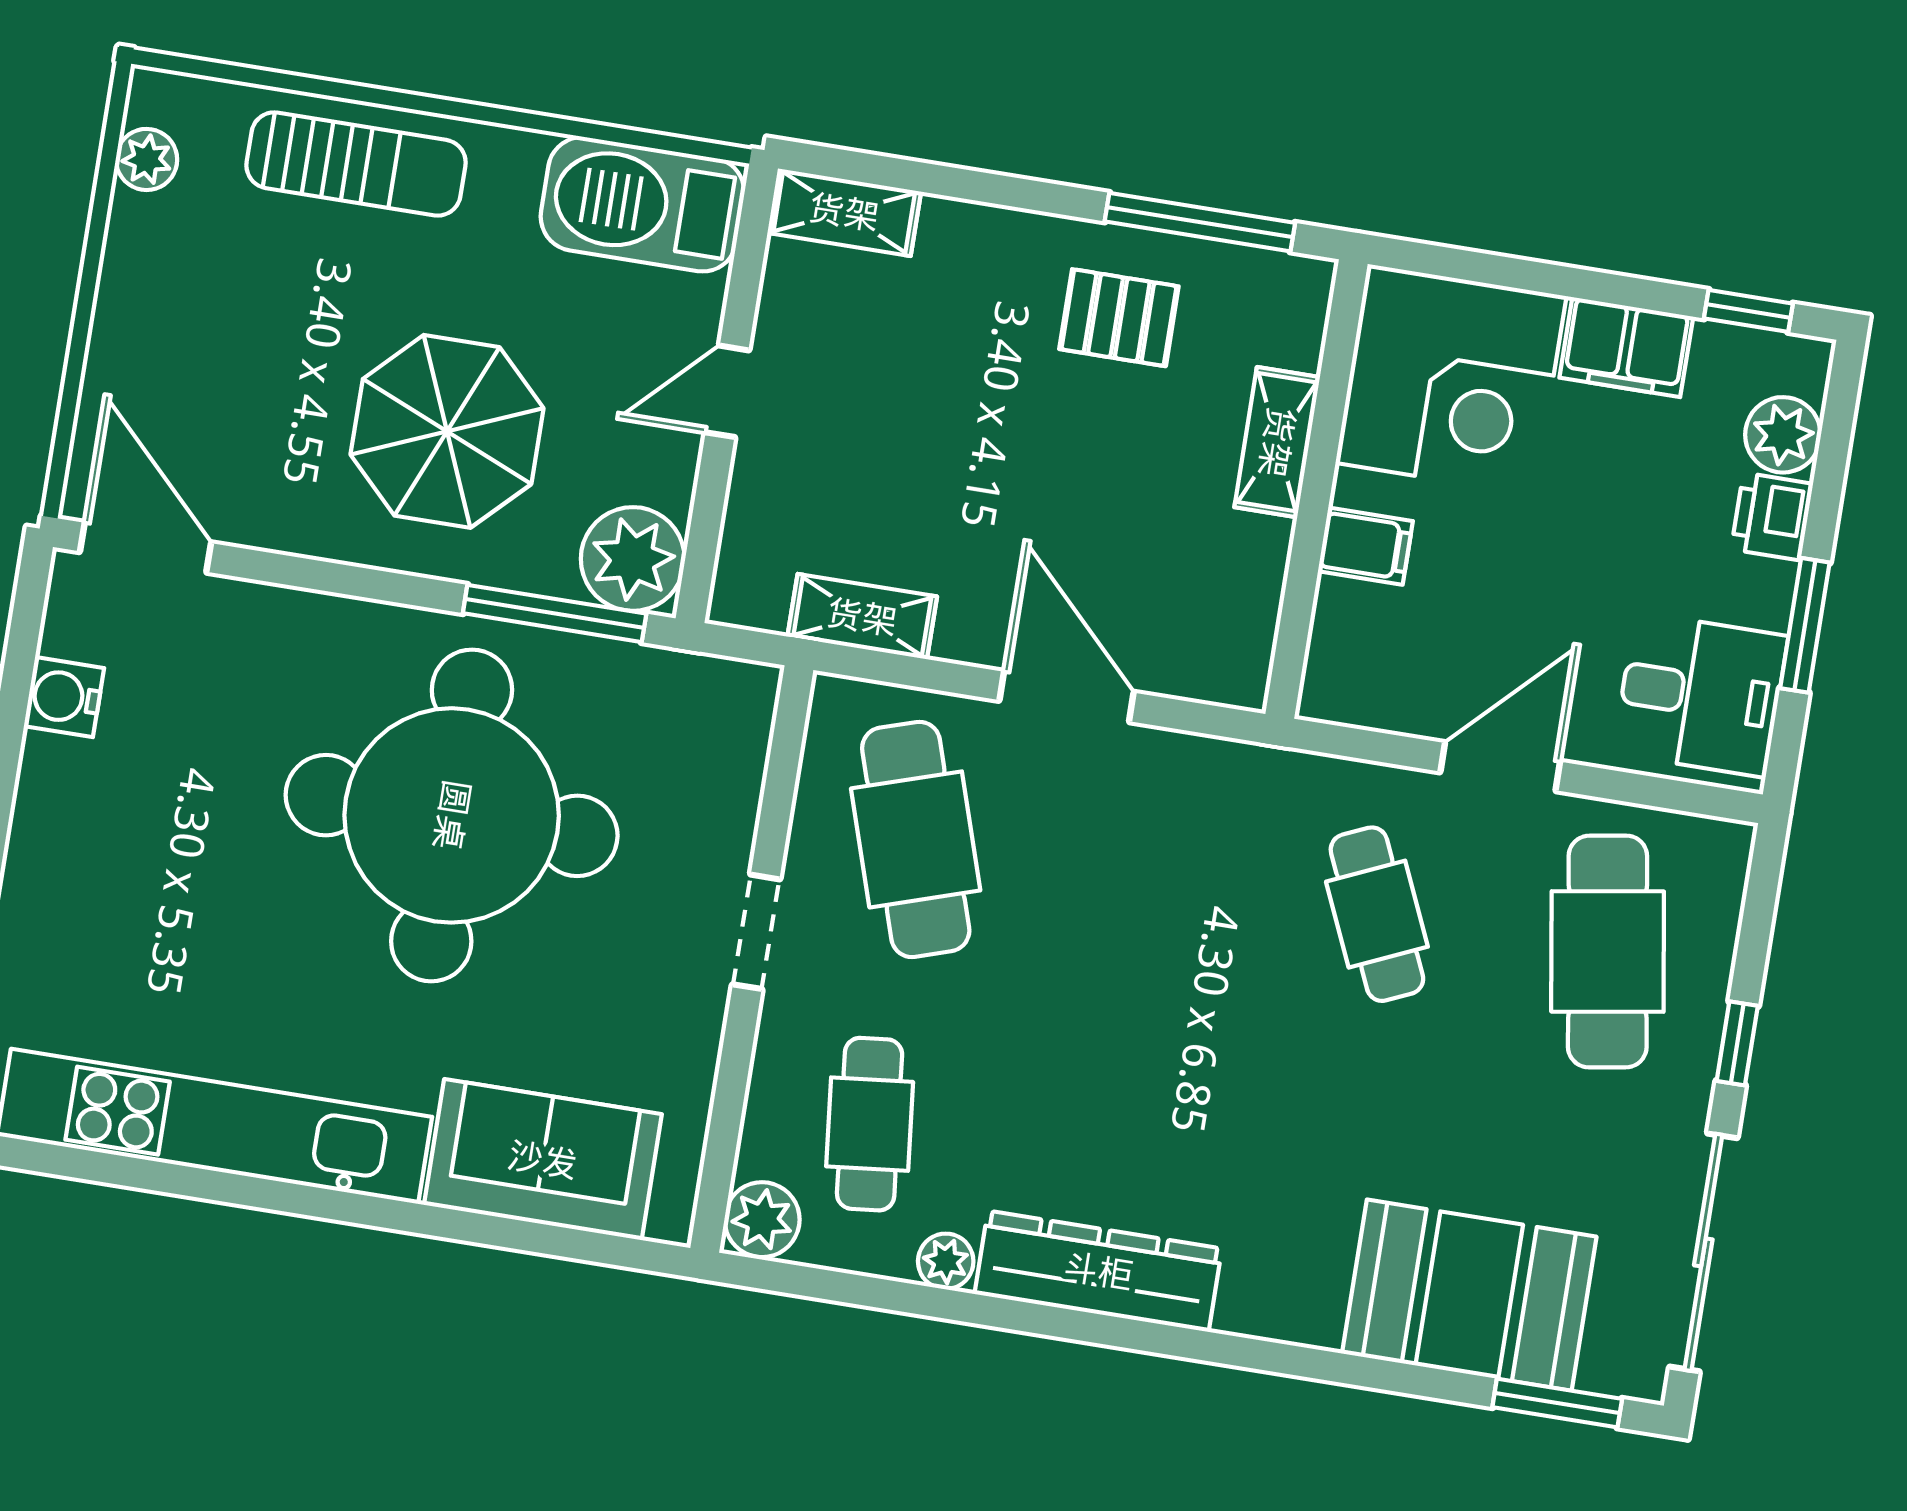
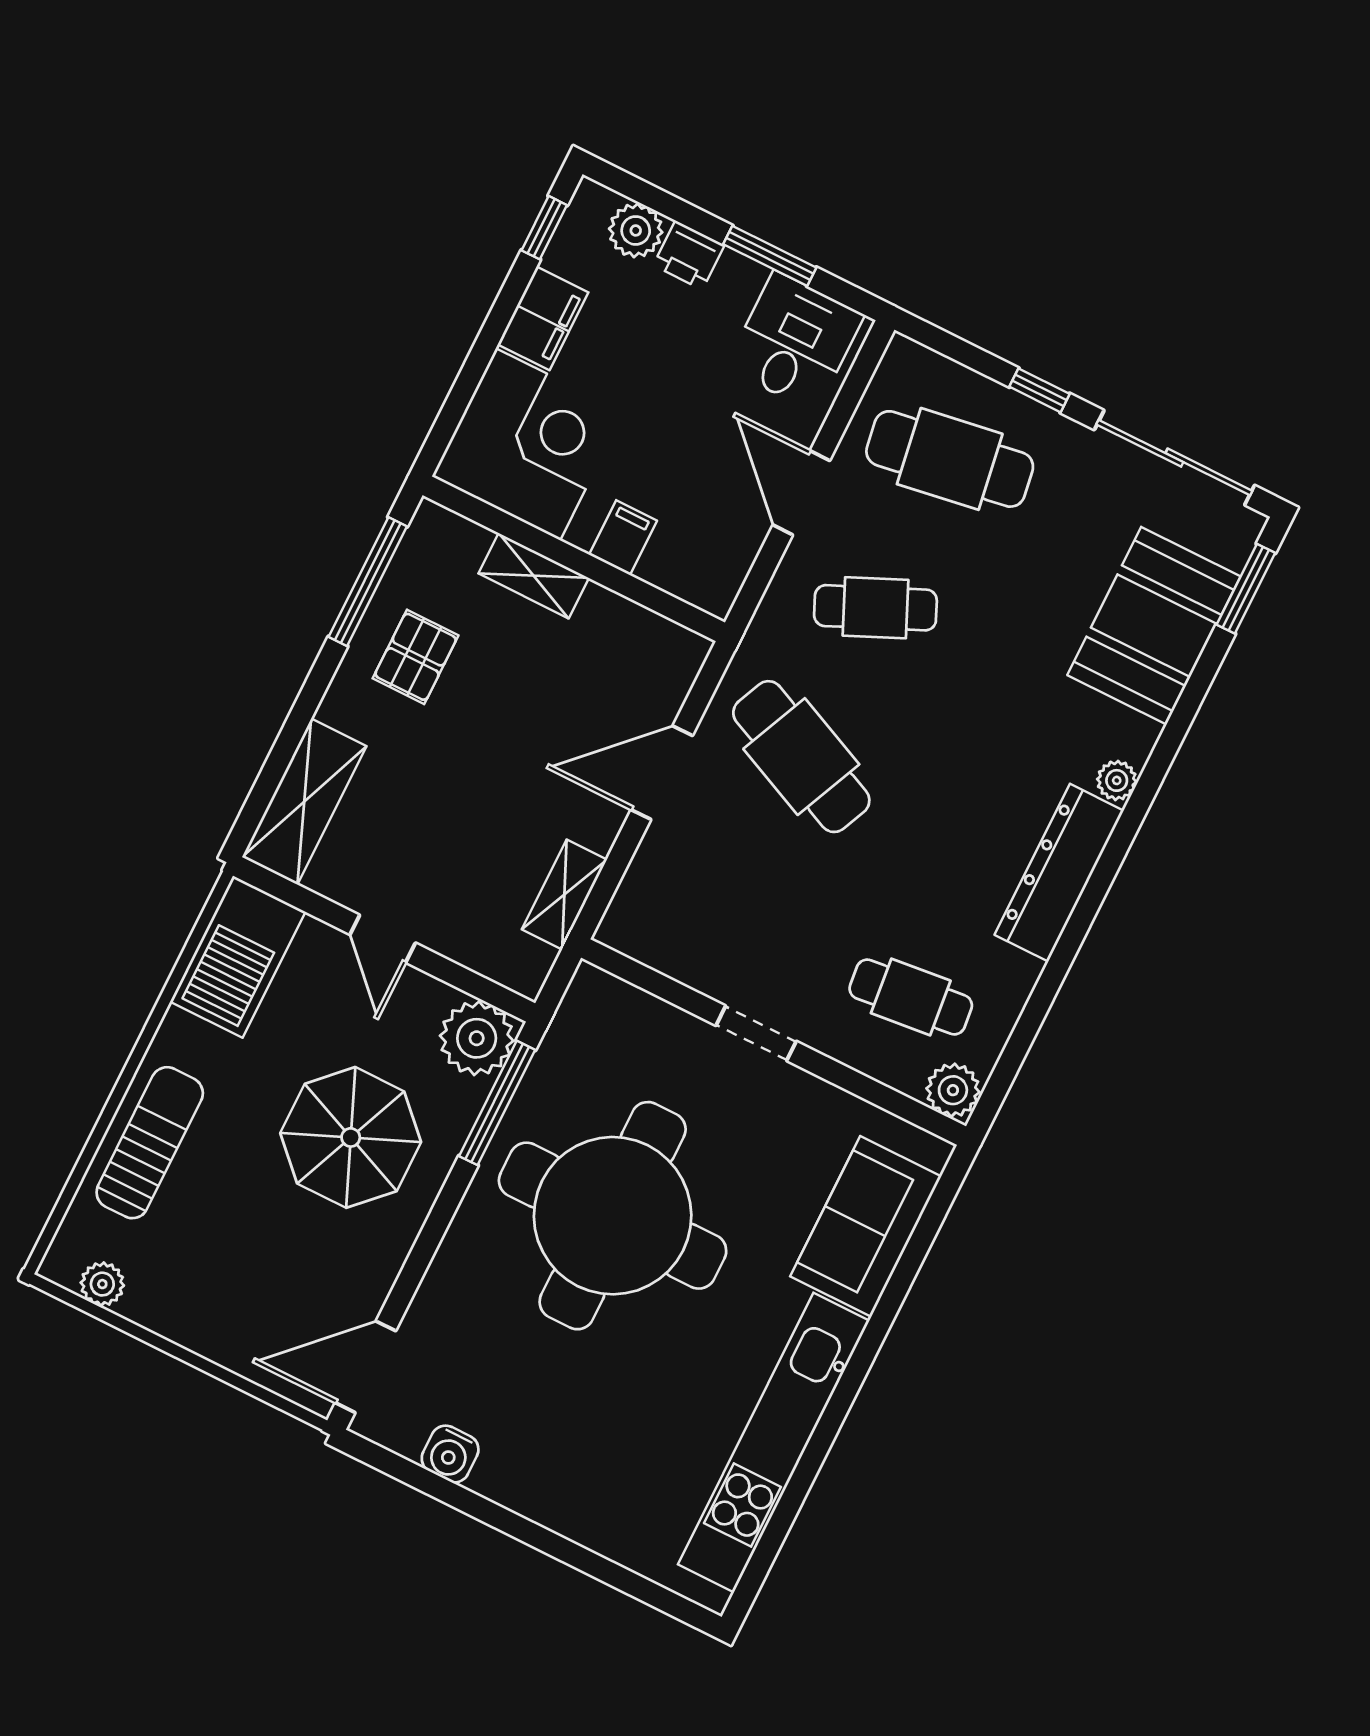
shelving: (844, 212) -> (304, 802), width x1.50, depth x1.33
cafe table: (916, 839) -> (801, 757), moved, turned 42
plant: (946, 1261) -> (1117, 780), moved

